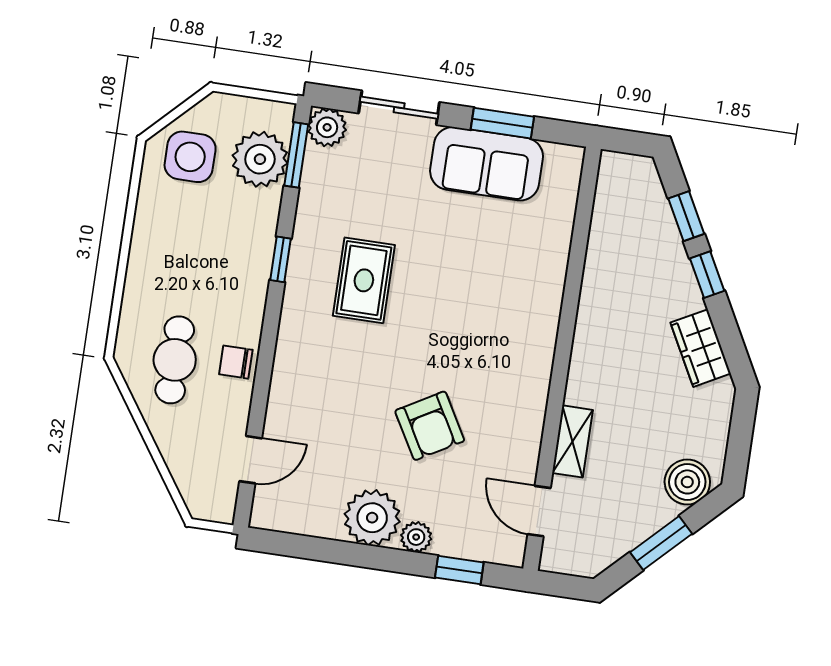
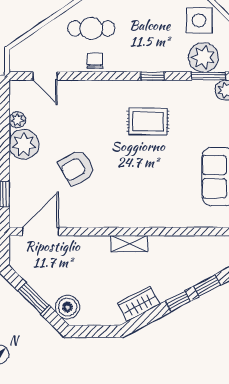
shelving: (572, 441) -> (129, 244), moved
door: (539, 511) -> (40, 232), width x1.38
plant: (416, 537) -> (17, 120), moved

